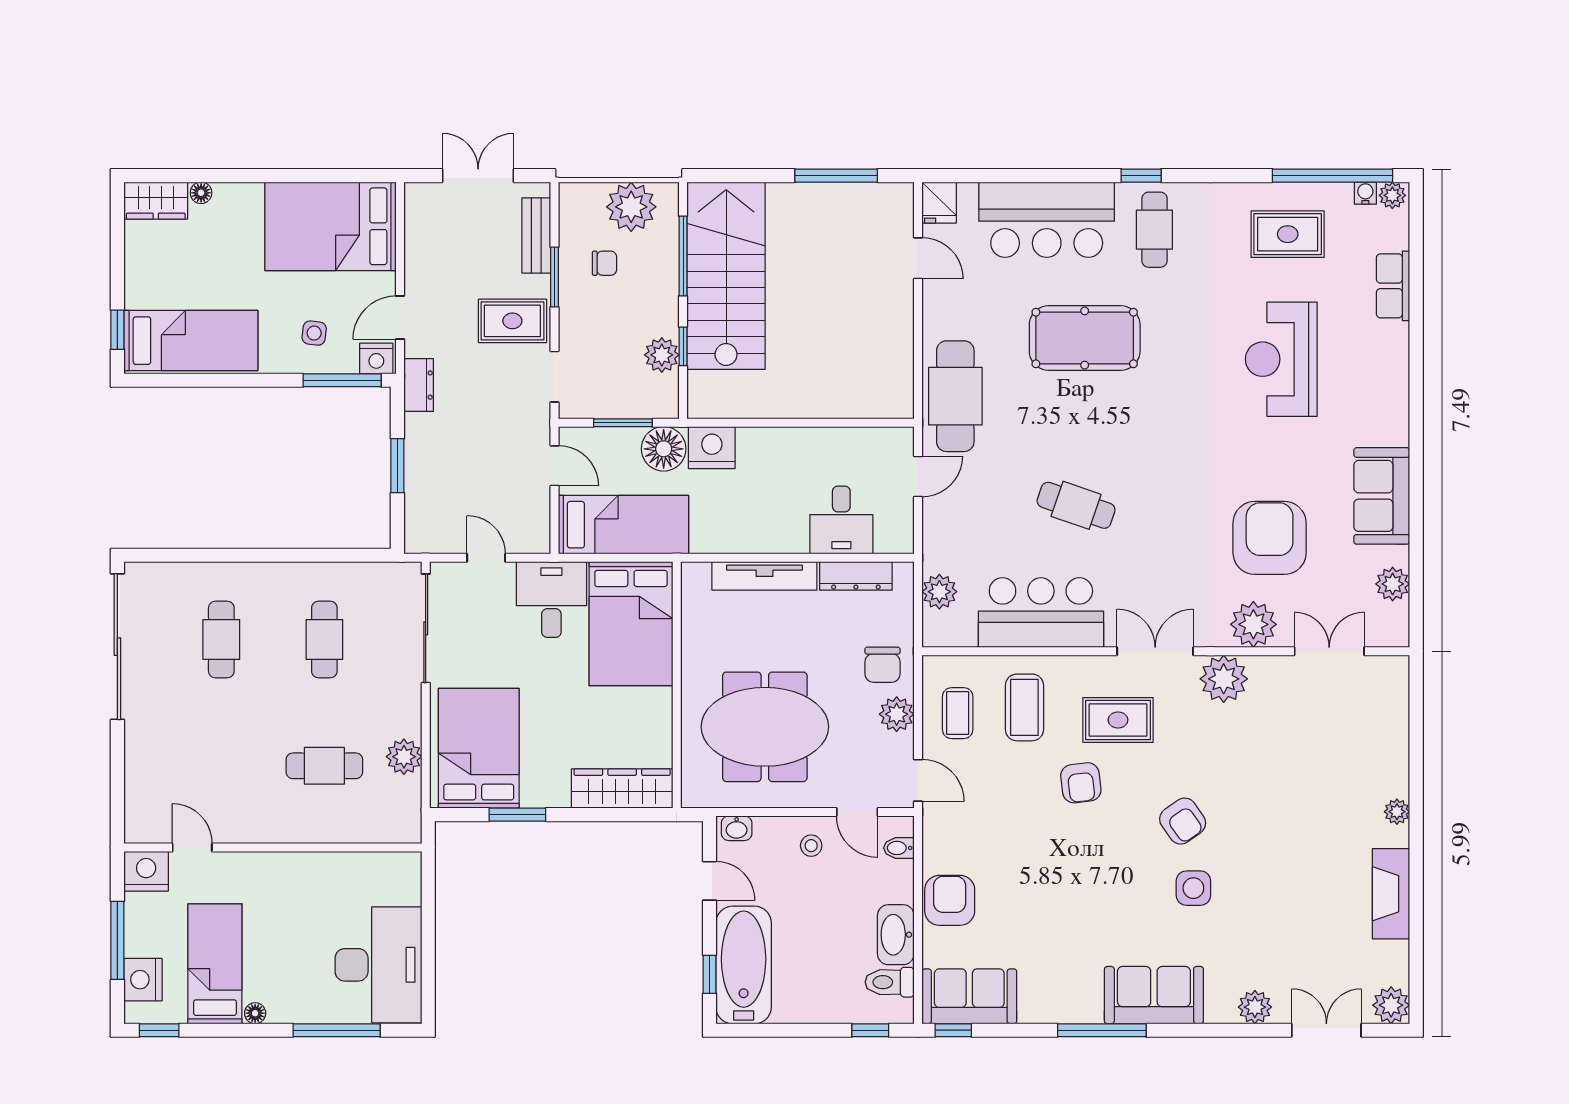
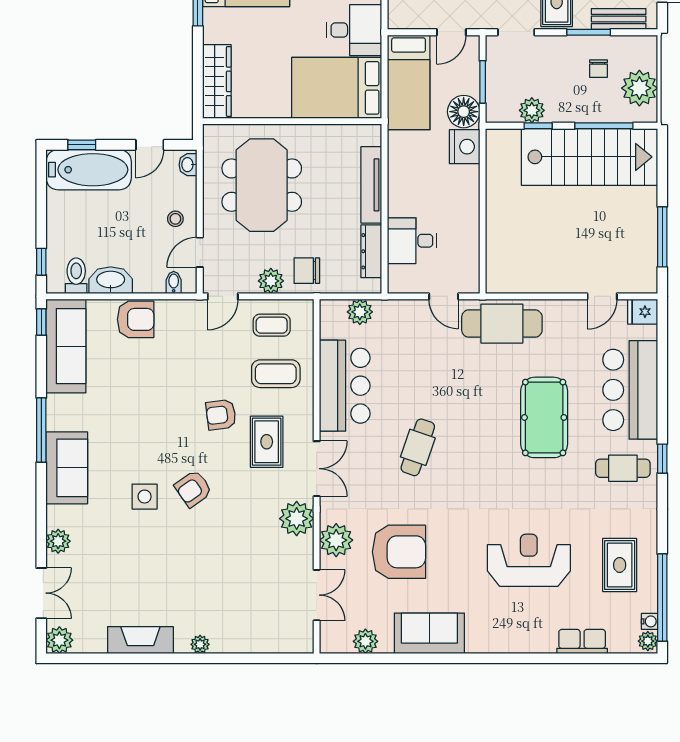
cafe table: (1076, 505) -> (418, 447), moved
sofa: (969, 996) -> (66, 346), width x1.36

